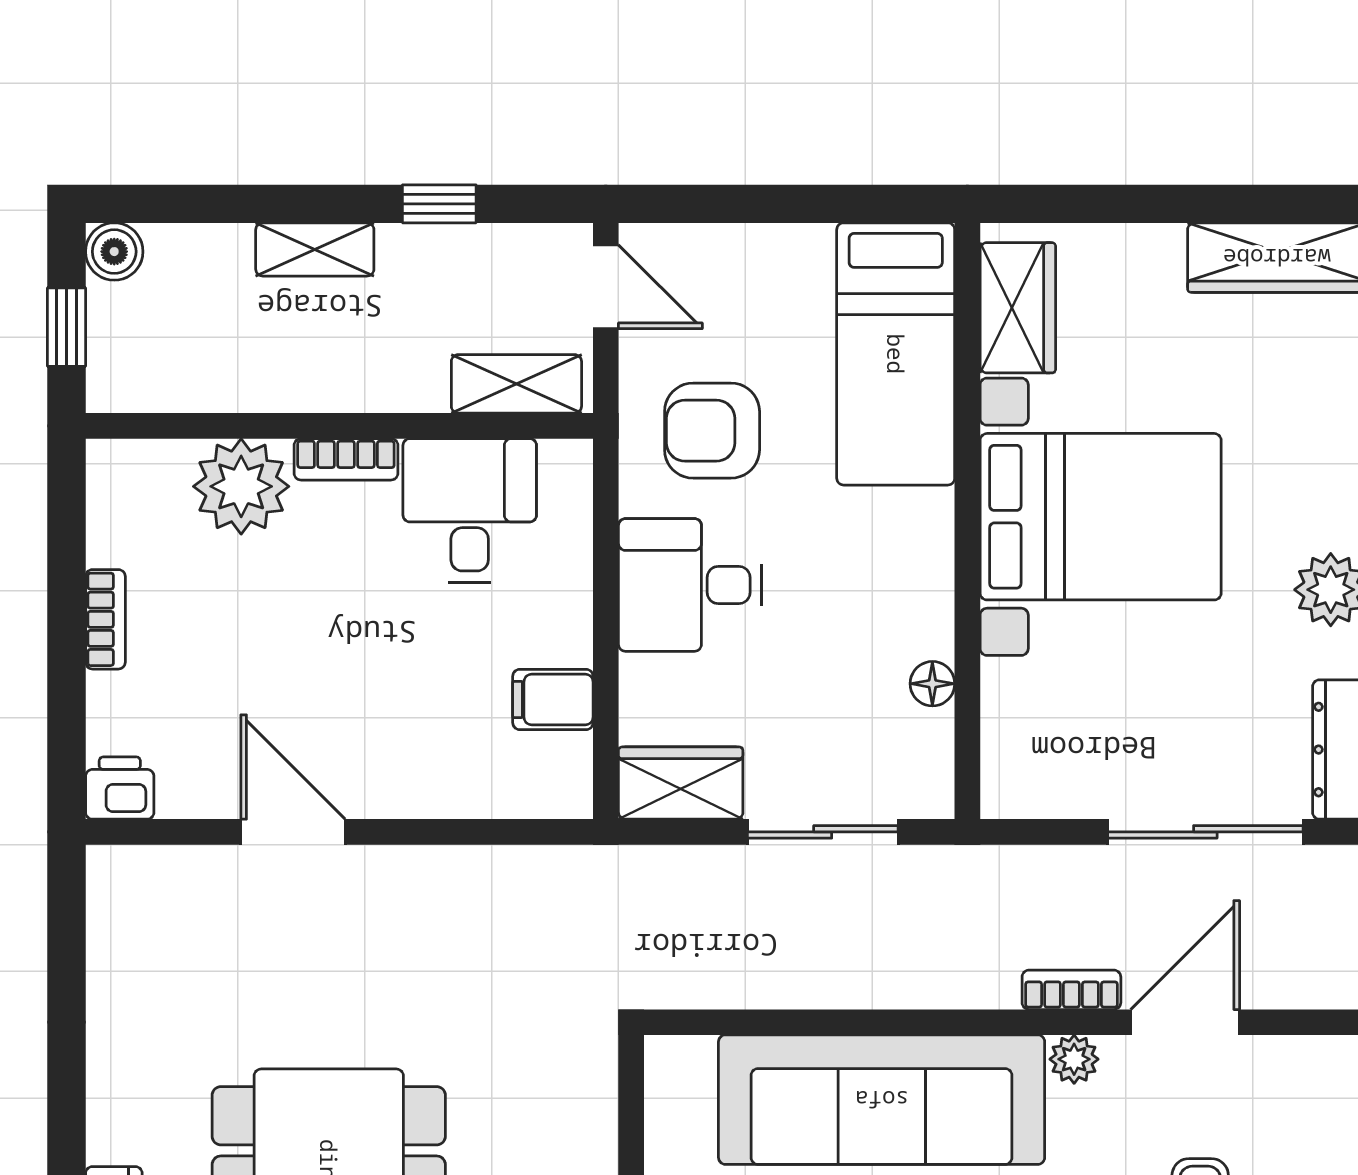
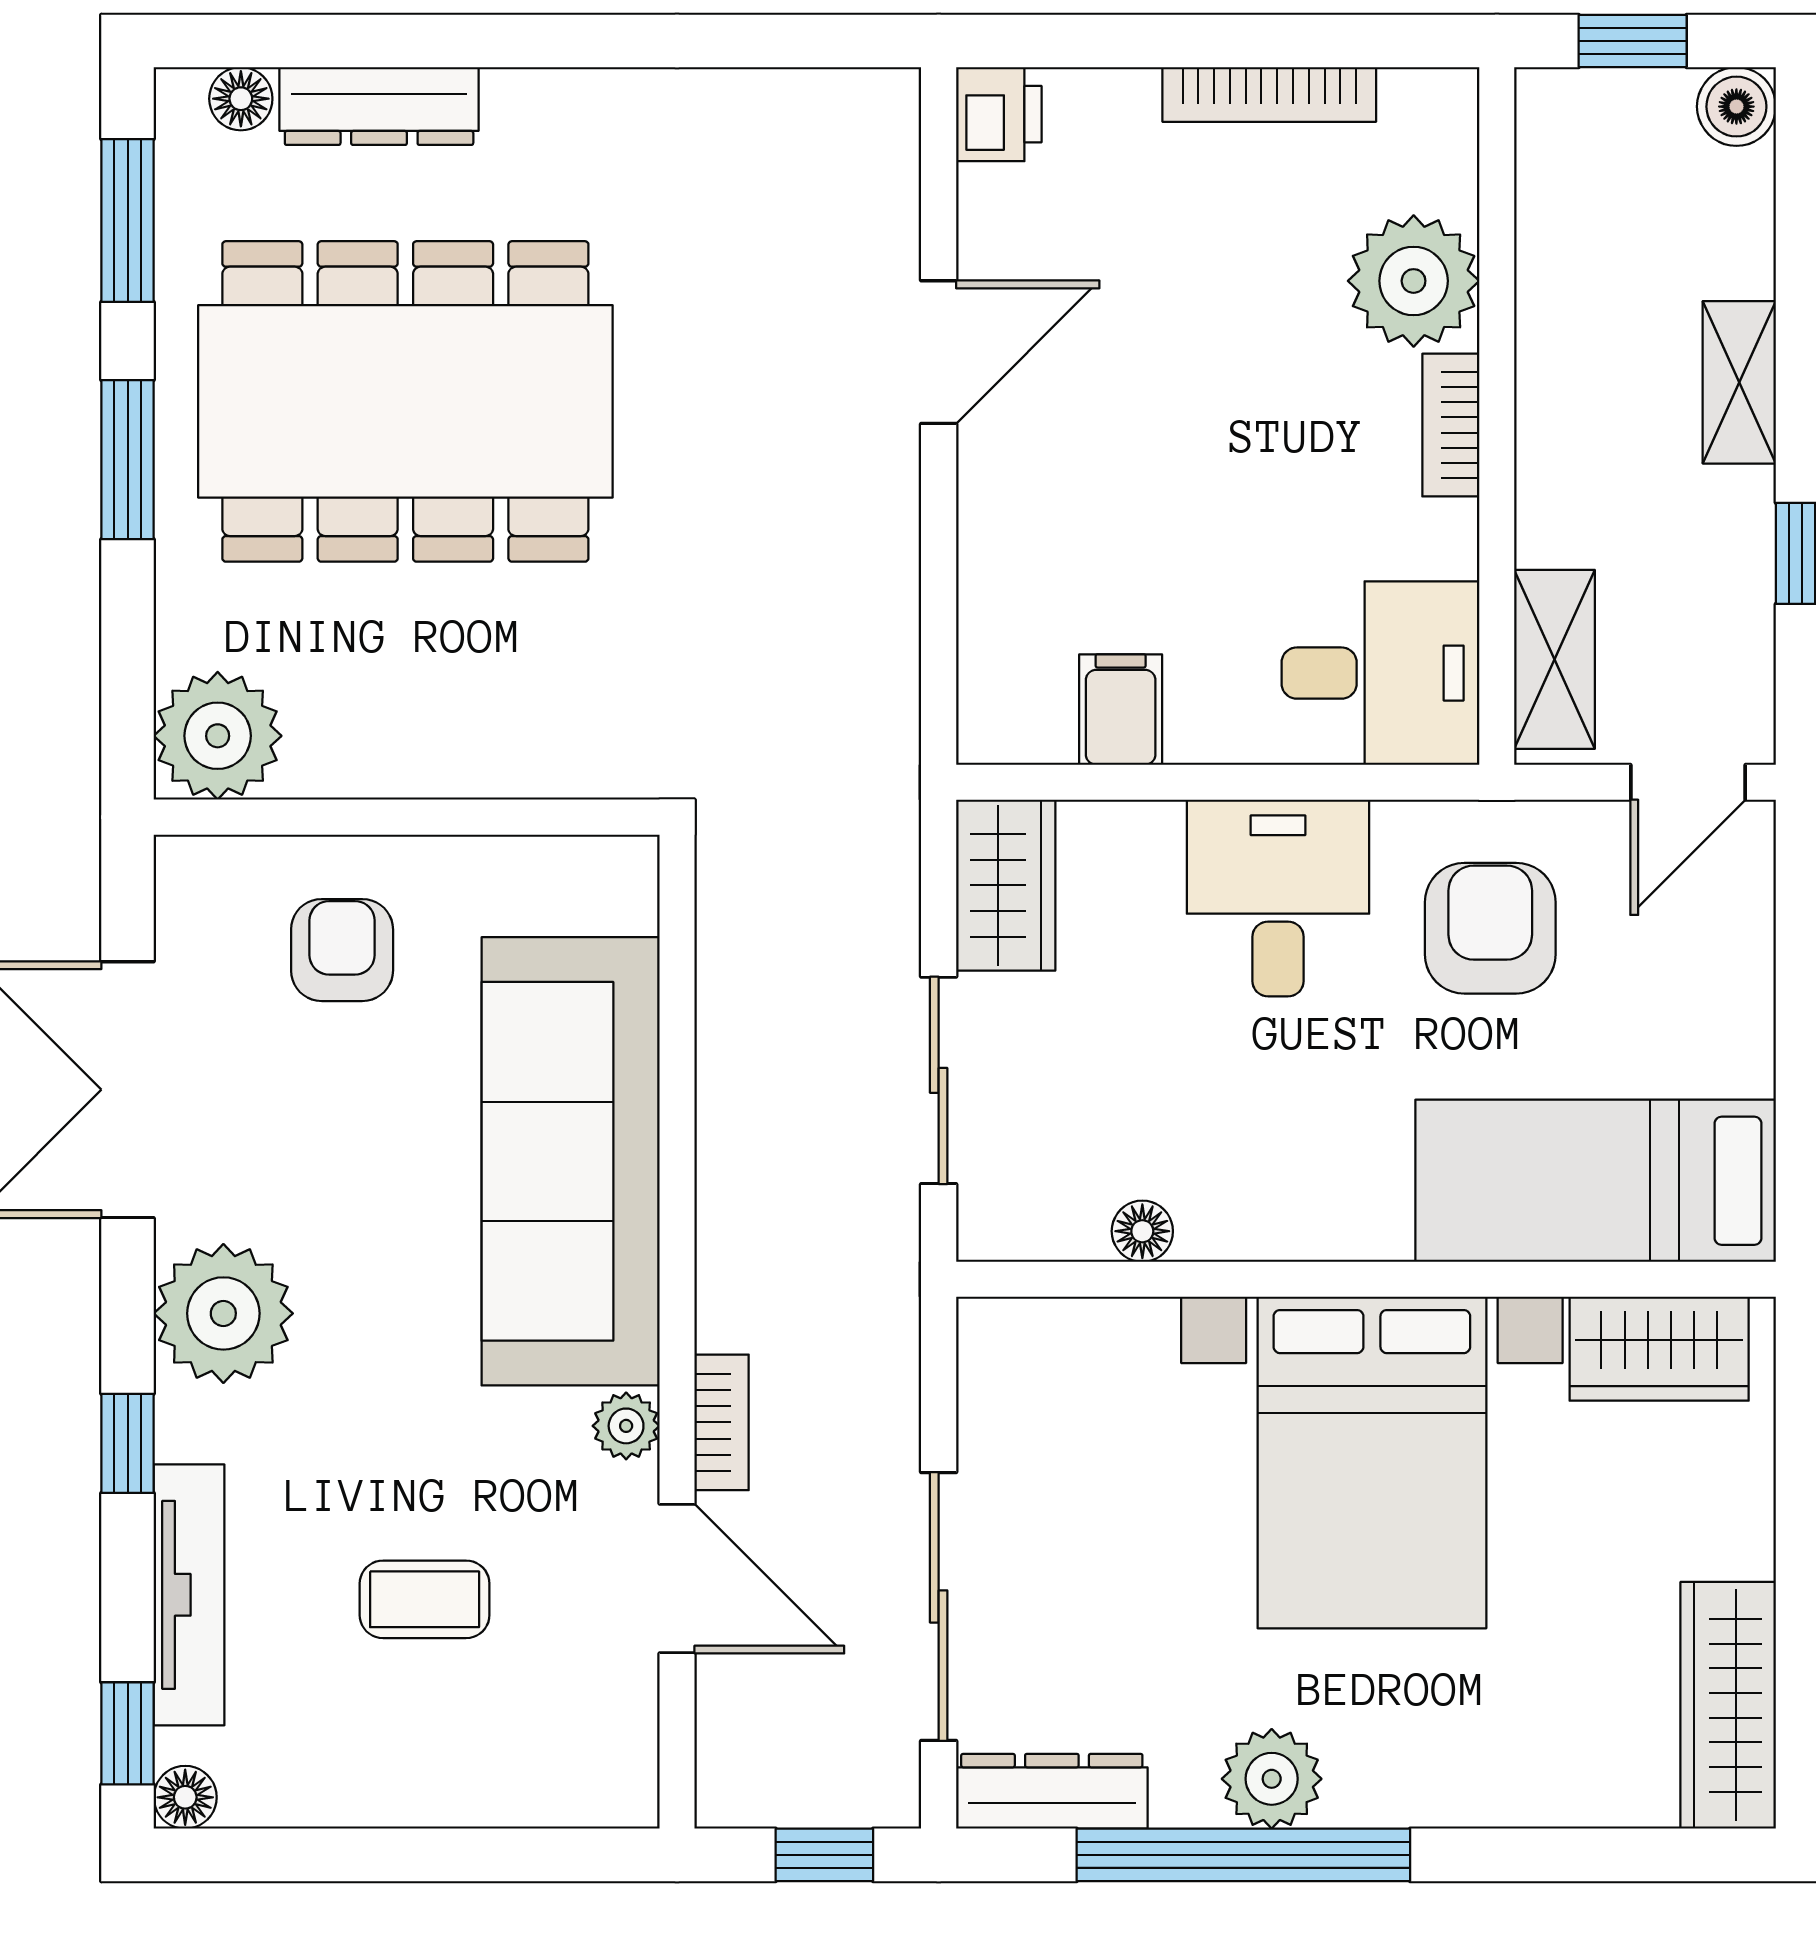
desk: (470, 510) -> (1380, 673), moved
bookcase: (105, 619) -> (1269, 94), width x1.56

